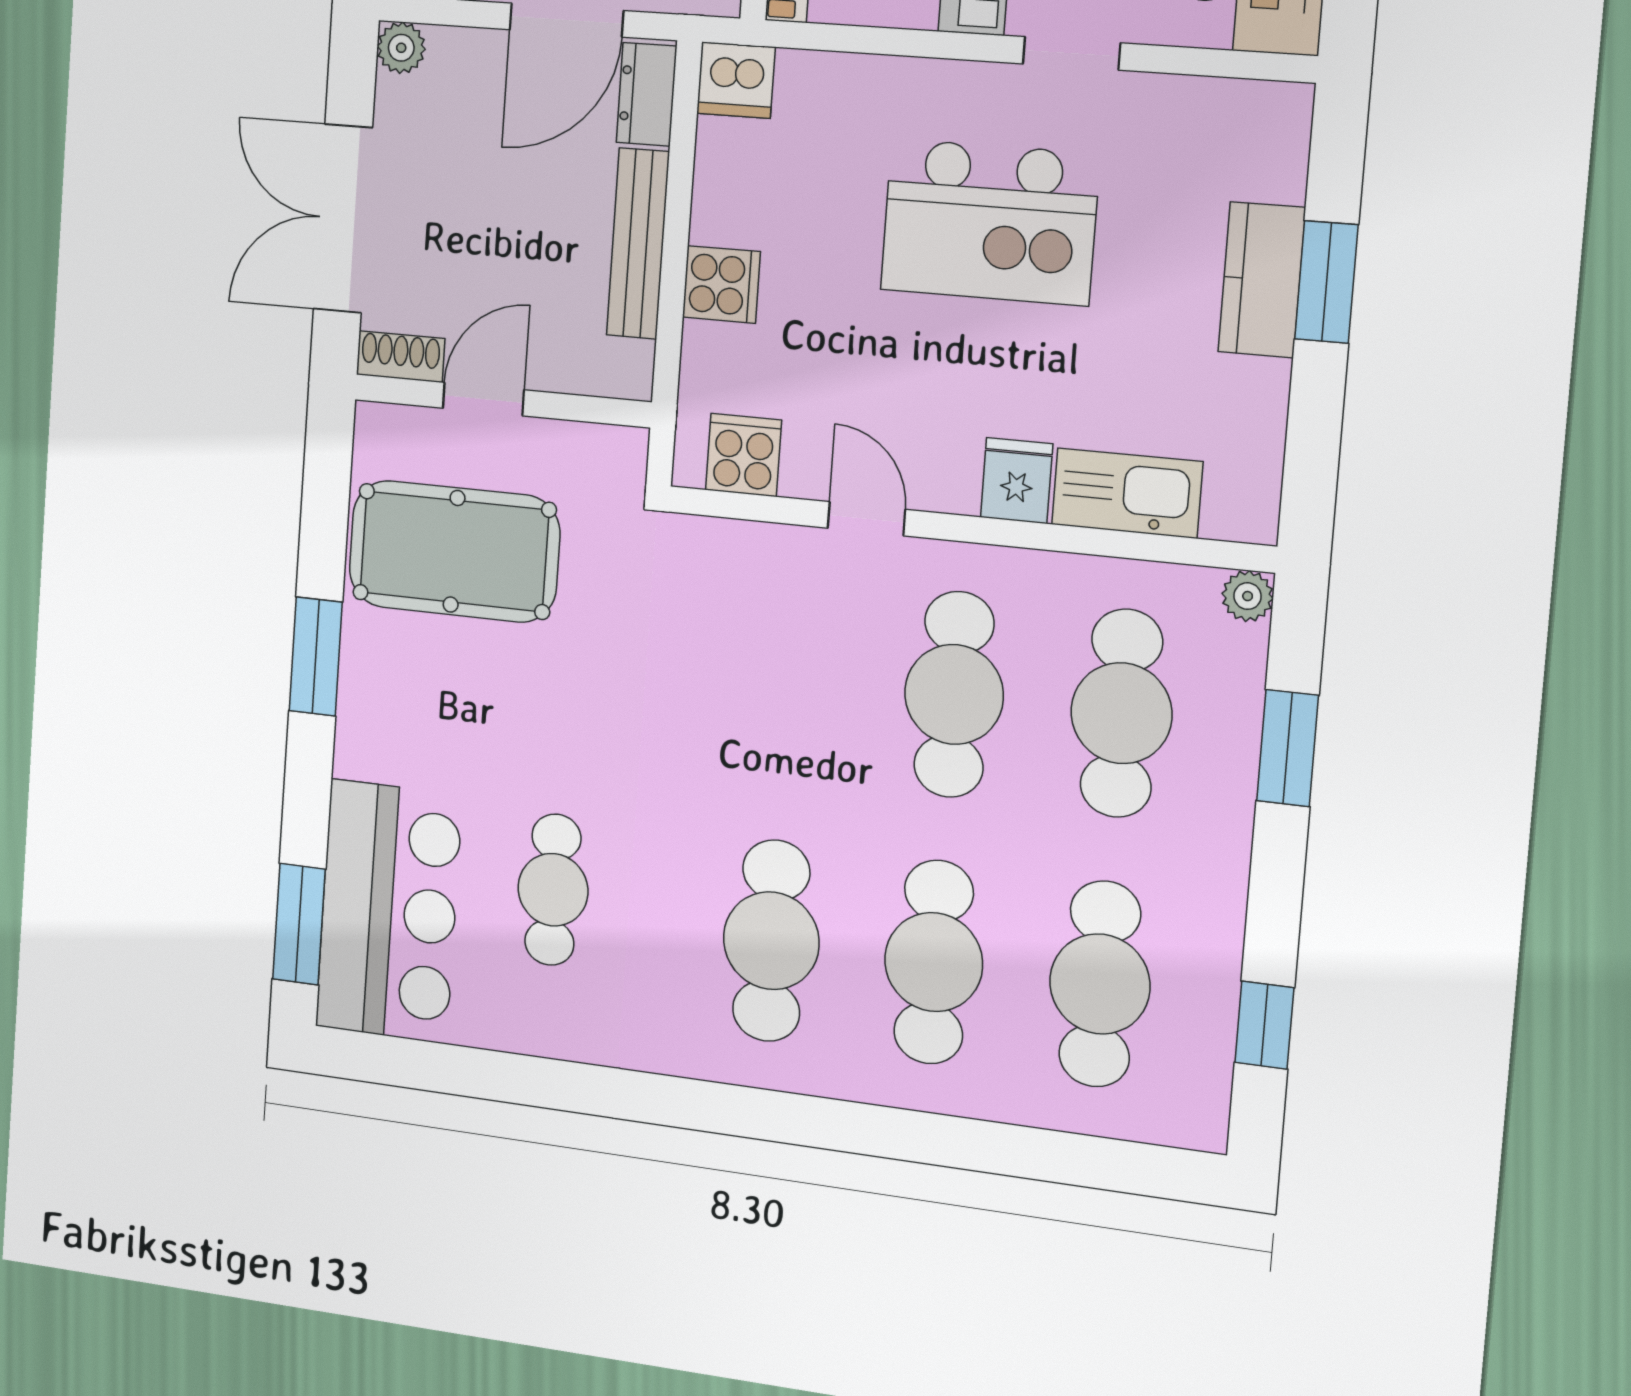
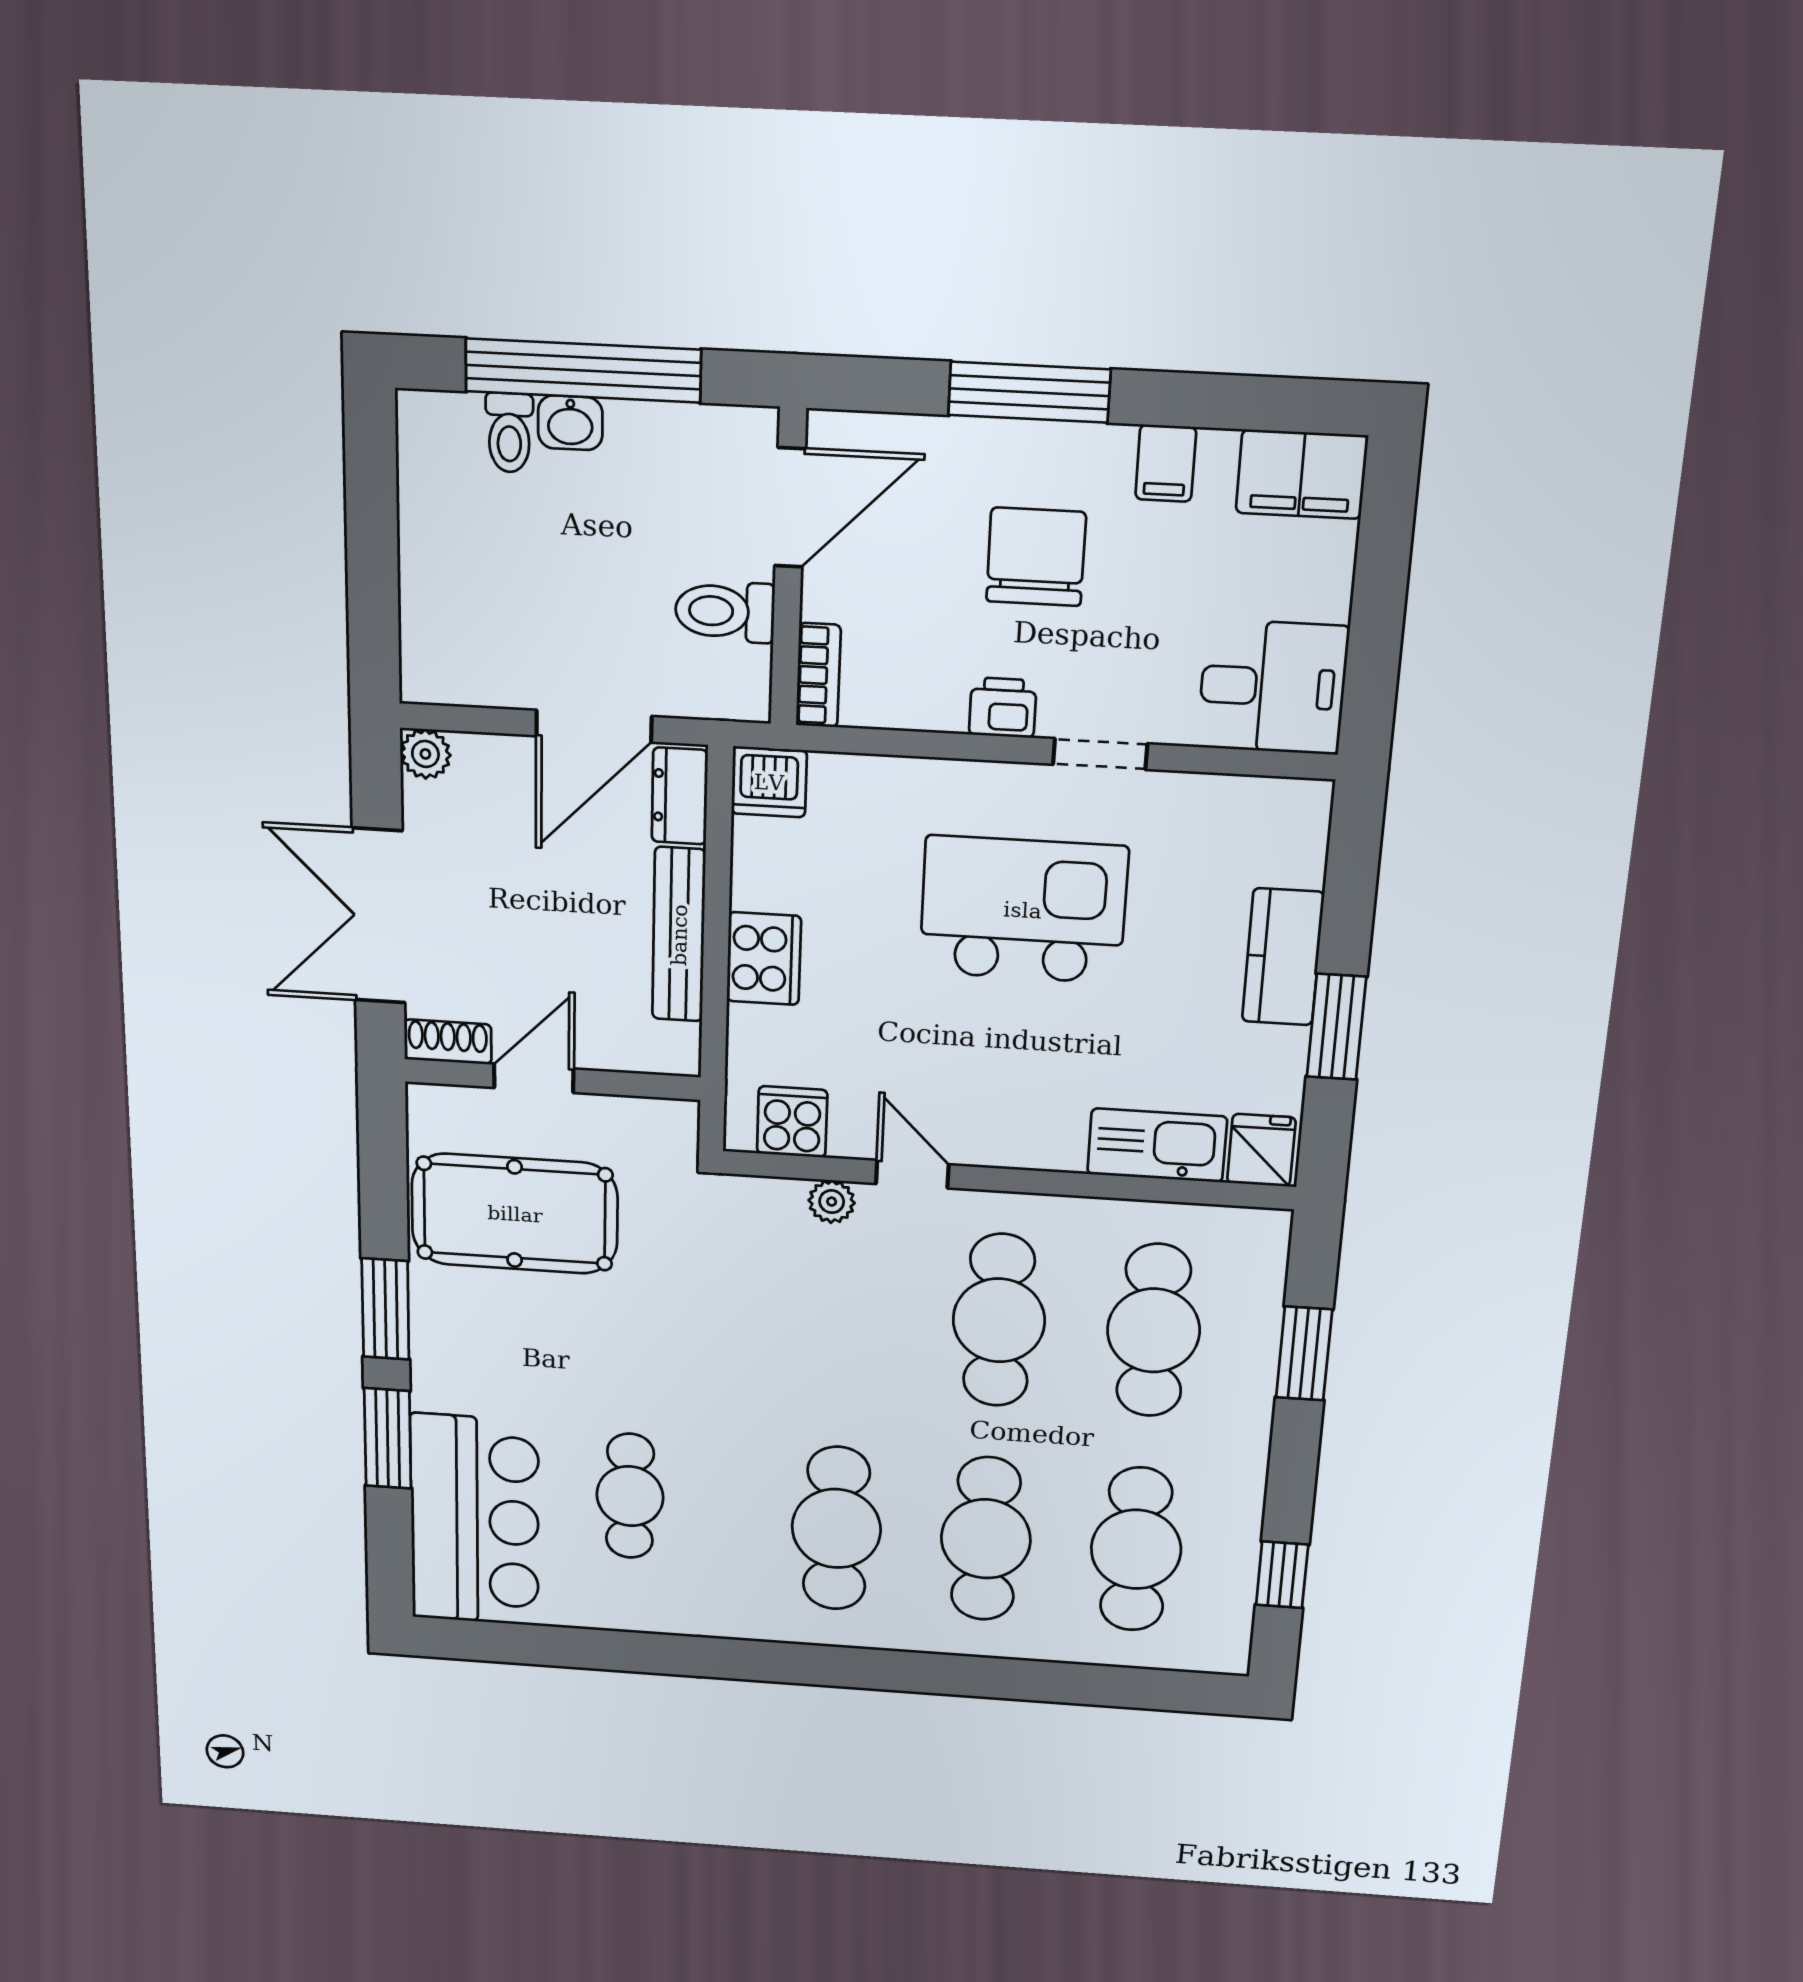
kitchen island: (990, 222) -> (1023, 910), turned 180
window: (1326, 282) -> (1336, 1027), moved
cooker: (721, 284) -> (764, 959), width x1.36
fridge: (1017, 481) -> (1261, 1150), moved
plant: (1248, 596) -> (832, 1202), moved
window: (299, 924) -> (388, 1439), moved

